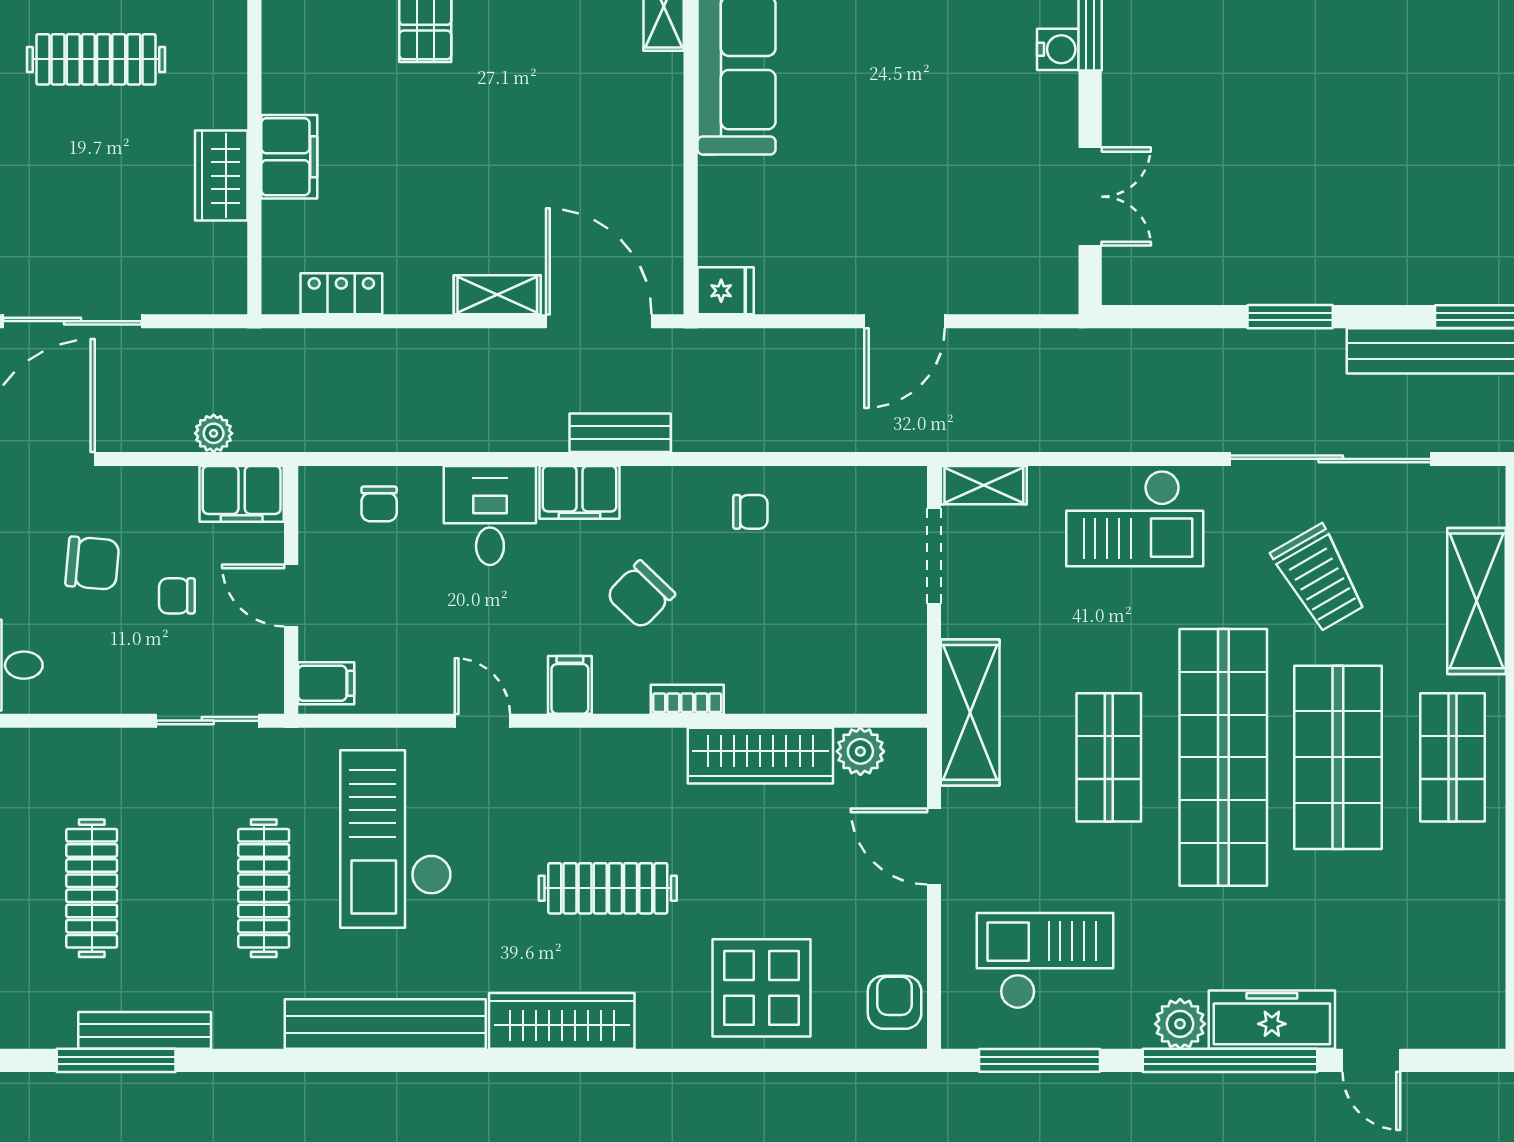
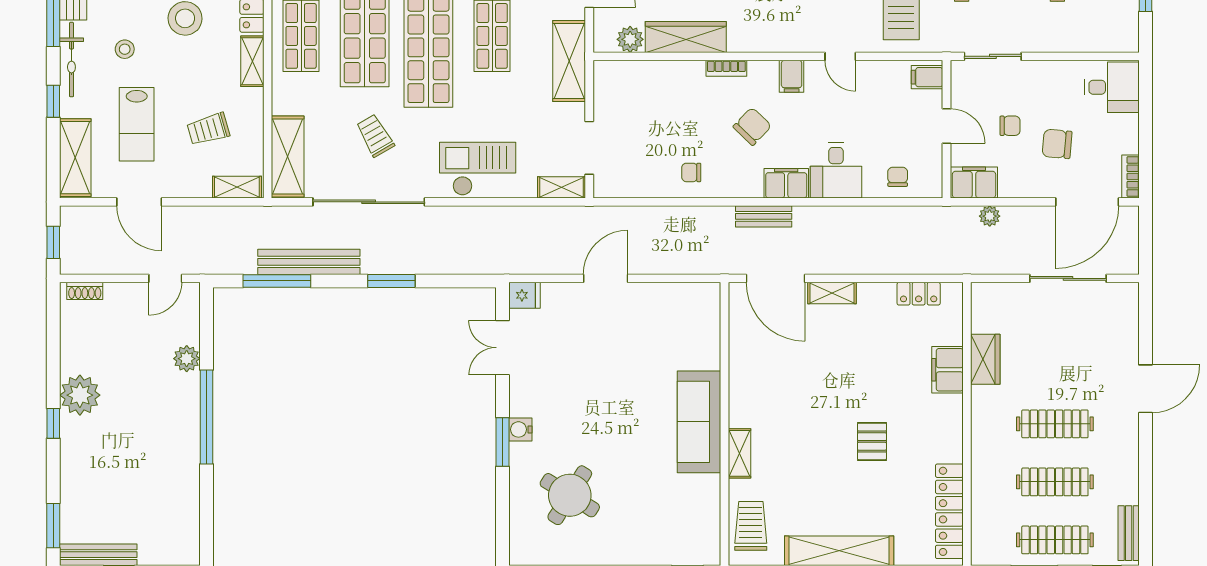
fridge: (726, 291) -> (524, 295), moved, turned 180
trolley: (1319, 578) -> (375, 136), width x0.73, depth x0.72
shelving: (1476, 601) -> (288, 157), moved

